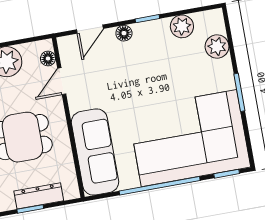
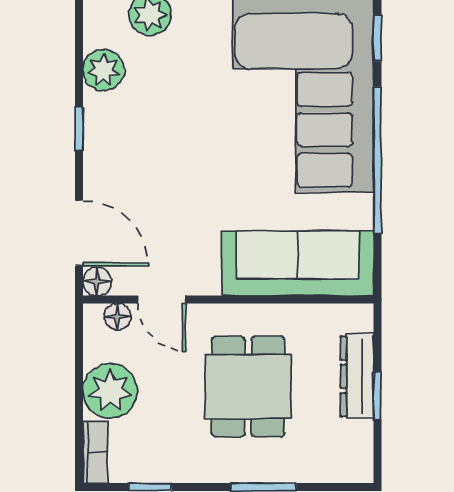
door: (90, 29) -> (79, 233), width x1.38
floor lamp: (124, 33) -> (97, 281), moved

